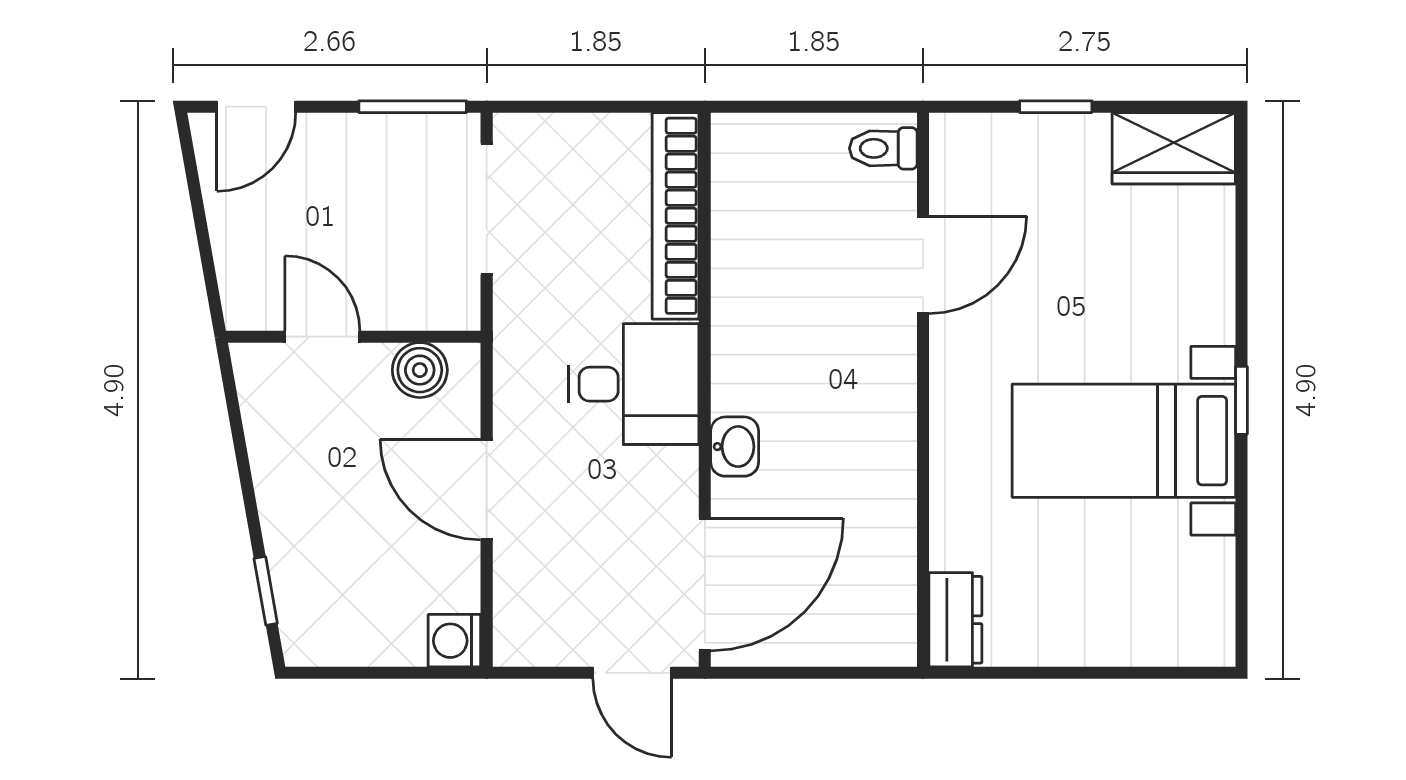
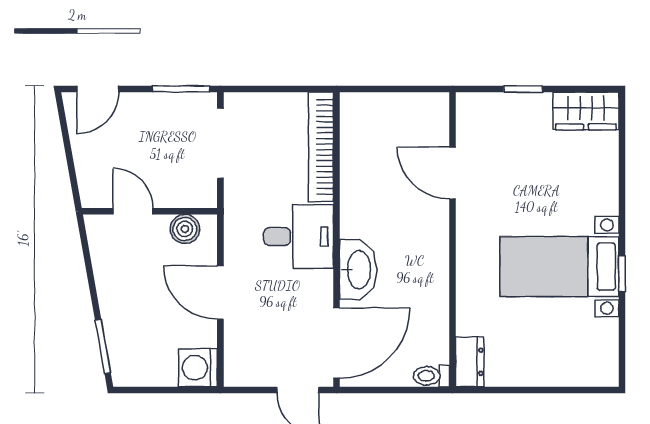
toilet: (883, 148) -> (431, 376), moved
door: (923, 265) -> (453, 173), swing flipped
window: (1241, 400) -> (622, 273), moved
washbasin: (735, 447) -> (358, 270), width x1.91, depth x1.45
window: (266, 591) -> (103, 346), width x1.50
washing machine: (454, 641) -> (198, 368), width x1.38, depth x1.38

